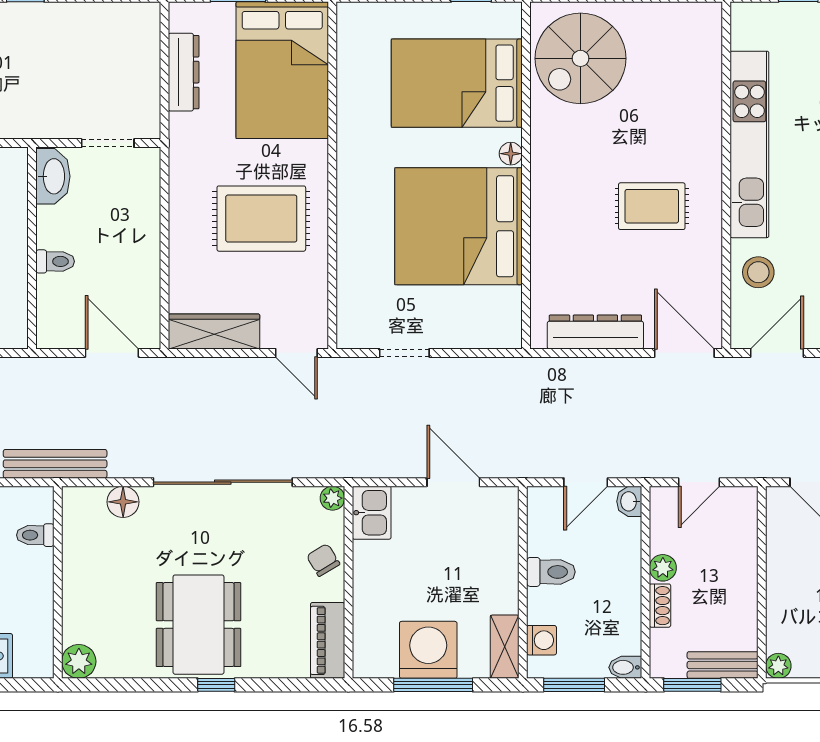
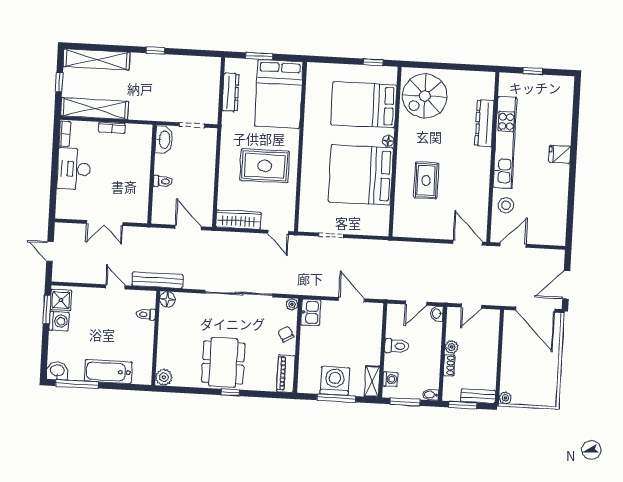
rug: (652, 206) -> (426, 180), moved, turned 90
dresser: (595, 332) -> (484, 123), moved, turned -90
floor lamp: (123, 502) -> (167, 299), moved

